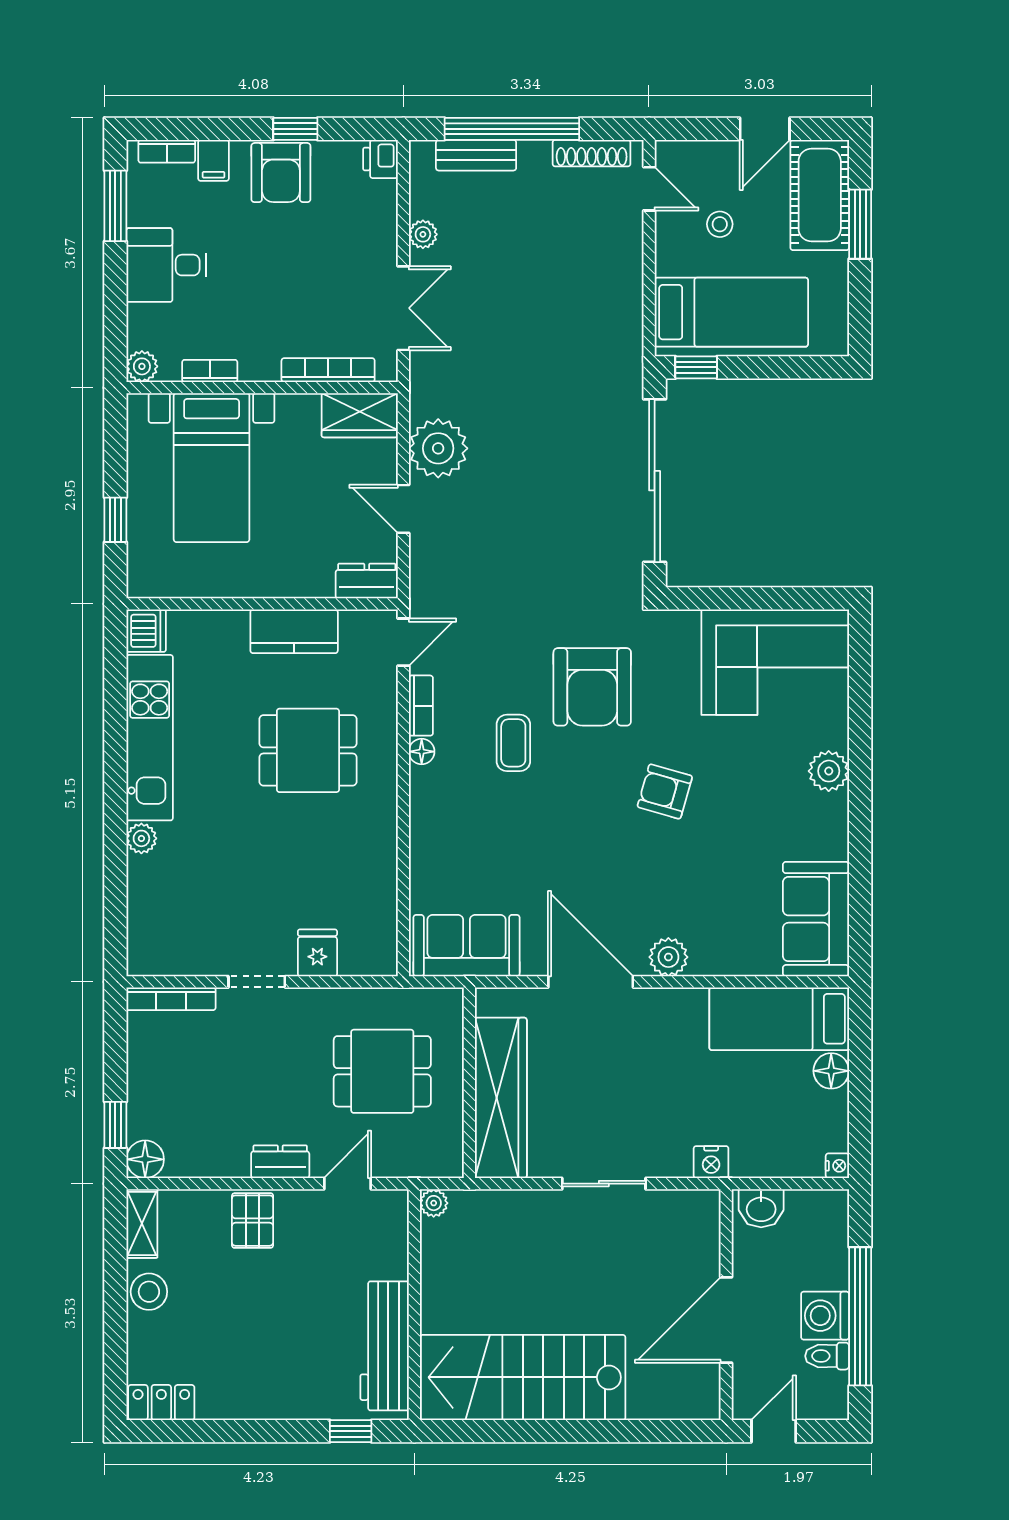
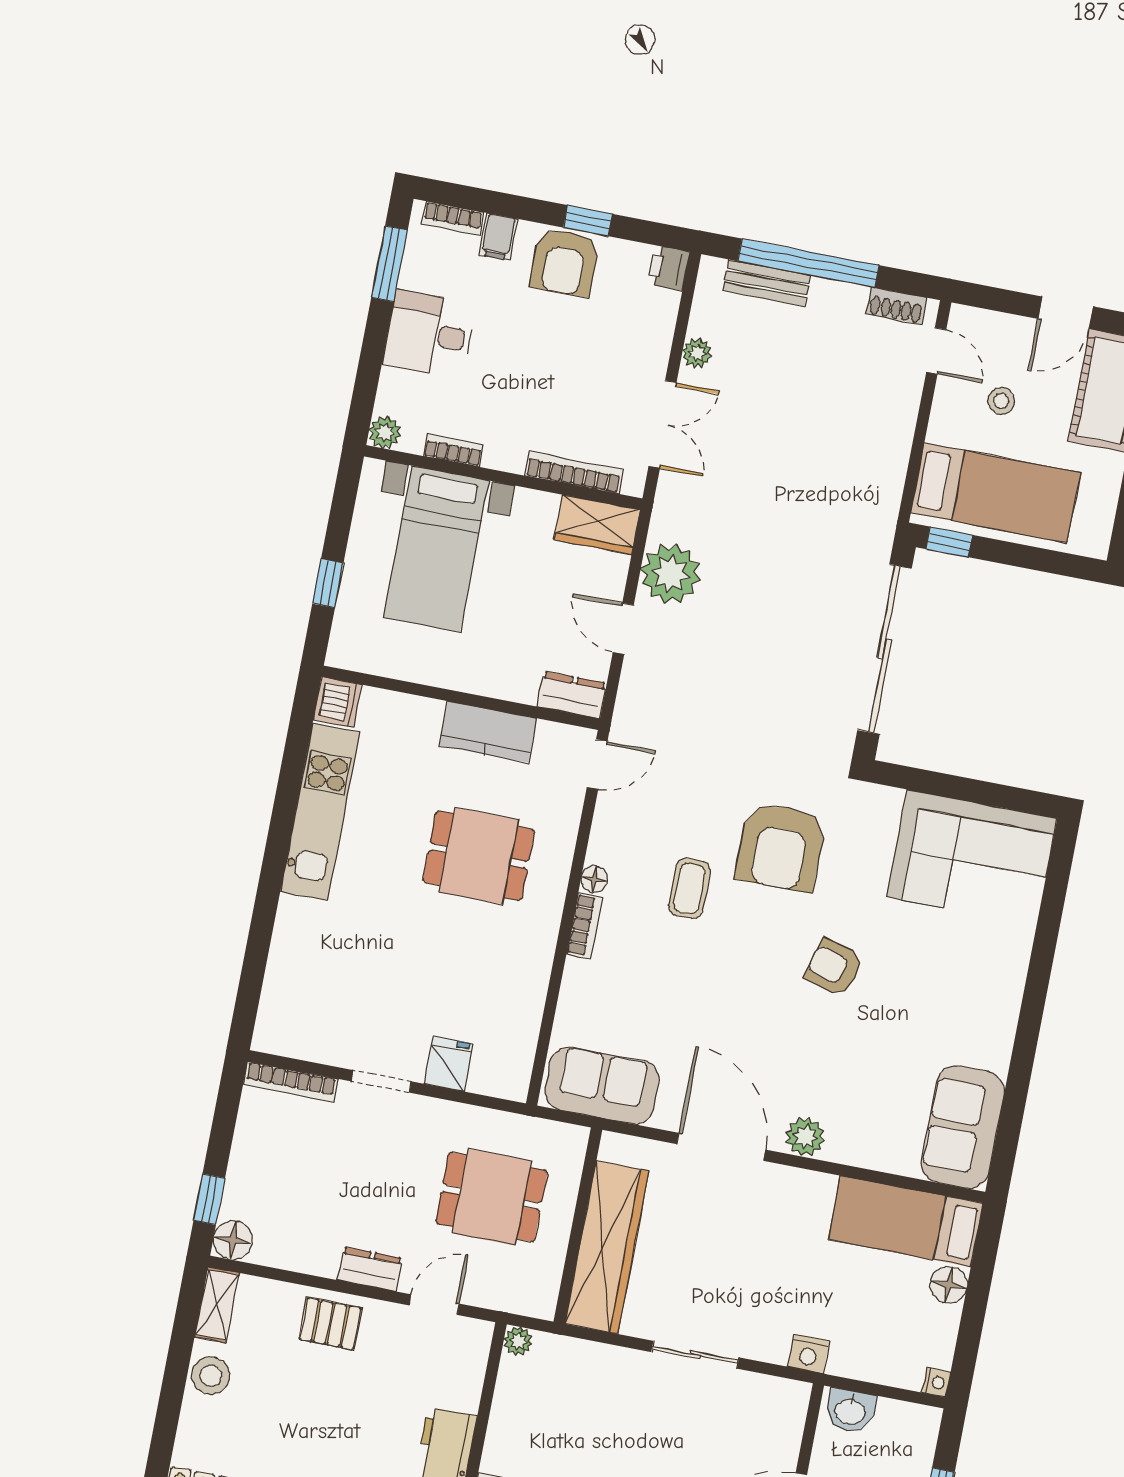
shoe rack: (592, 153) -> (896, 306), width x0.70
bookcase: (421, 706) -> (584, 926), moved
plant: (829, 771) -> (1005, 979), removed
plant: (141, 838) -> (292, 913), removed
pallet: (253, 1221) -> (330, 1324), turned 90

